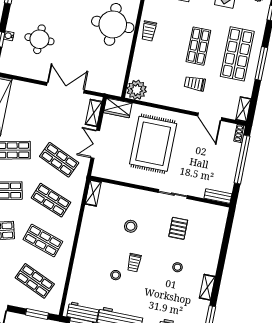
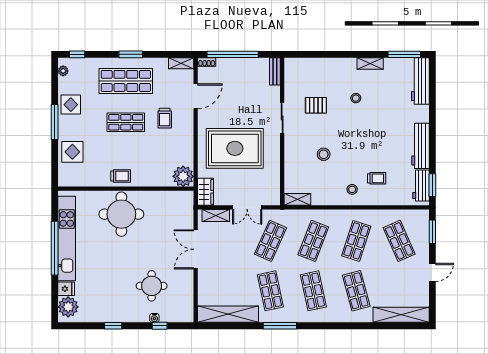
window: (261, 64) -> (131, 54), width x0.69
trolley: (134, 263) -> (377, 178), moved
stool: (116, 275) -> (352, 189), moved
shop shelf: (35, 281) -> (399, 241), turned -48

